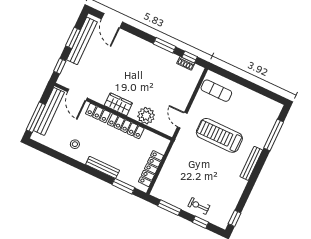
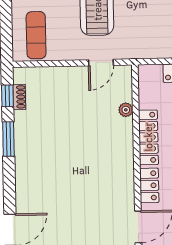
wardrobe: (118, 104) -> (123, 163), removed
plant: (146, 116) -> (126, 110), width x0.53, depth x0.53

